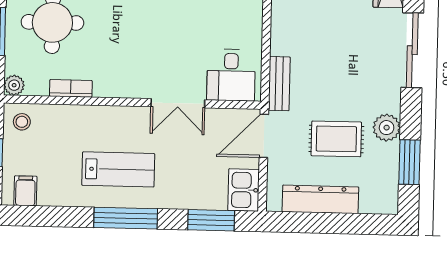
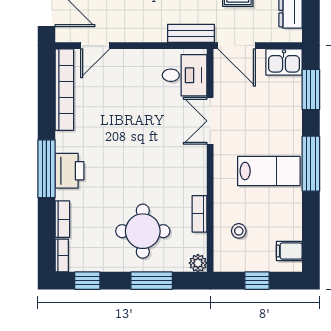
double door: (178, 103) -> (210, 121), swing flipped
stool: (22, 122) -> (239, 231), moved
lab bench: (118, 169) -> (269, 171), turned 90

